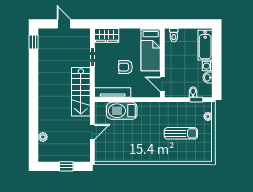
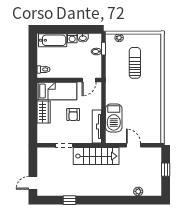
door: (64, 24) -> (33, 183), moved
wardrobe: (107, 35) -> (44, 112), moved
window: (34, 42) -> (69, 200), moved

